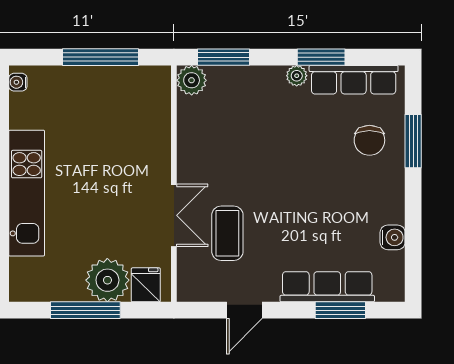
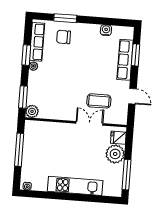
chair: (369, 140) -> (64, 37), turned 180
window: (85, 310) -> (127, 175), moved

